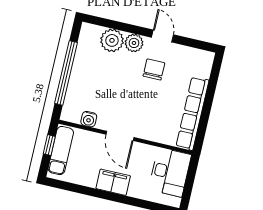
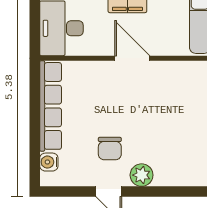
plant: (112, 40) -> (169, 172), removed
water cooler: (89, 119) -> (49, 162), moved, turned -90

